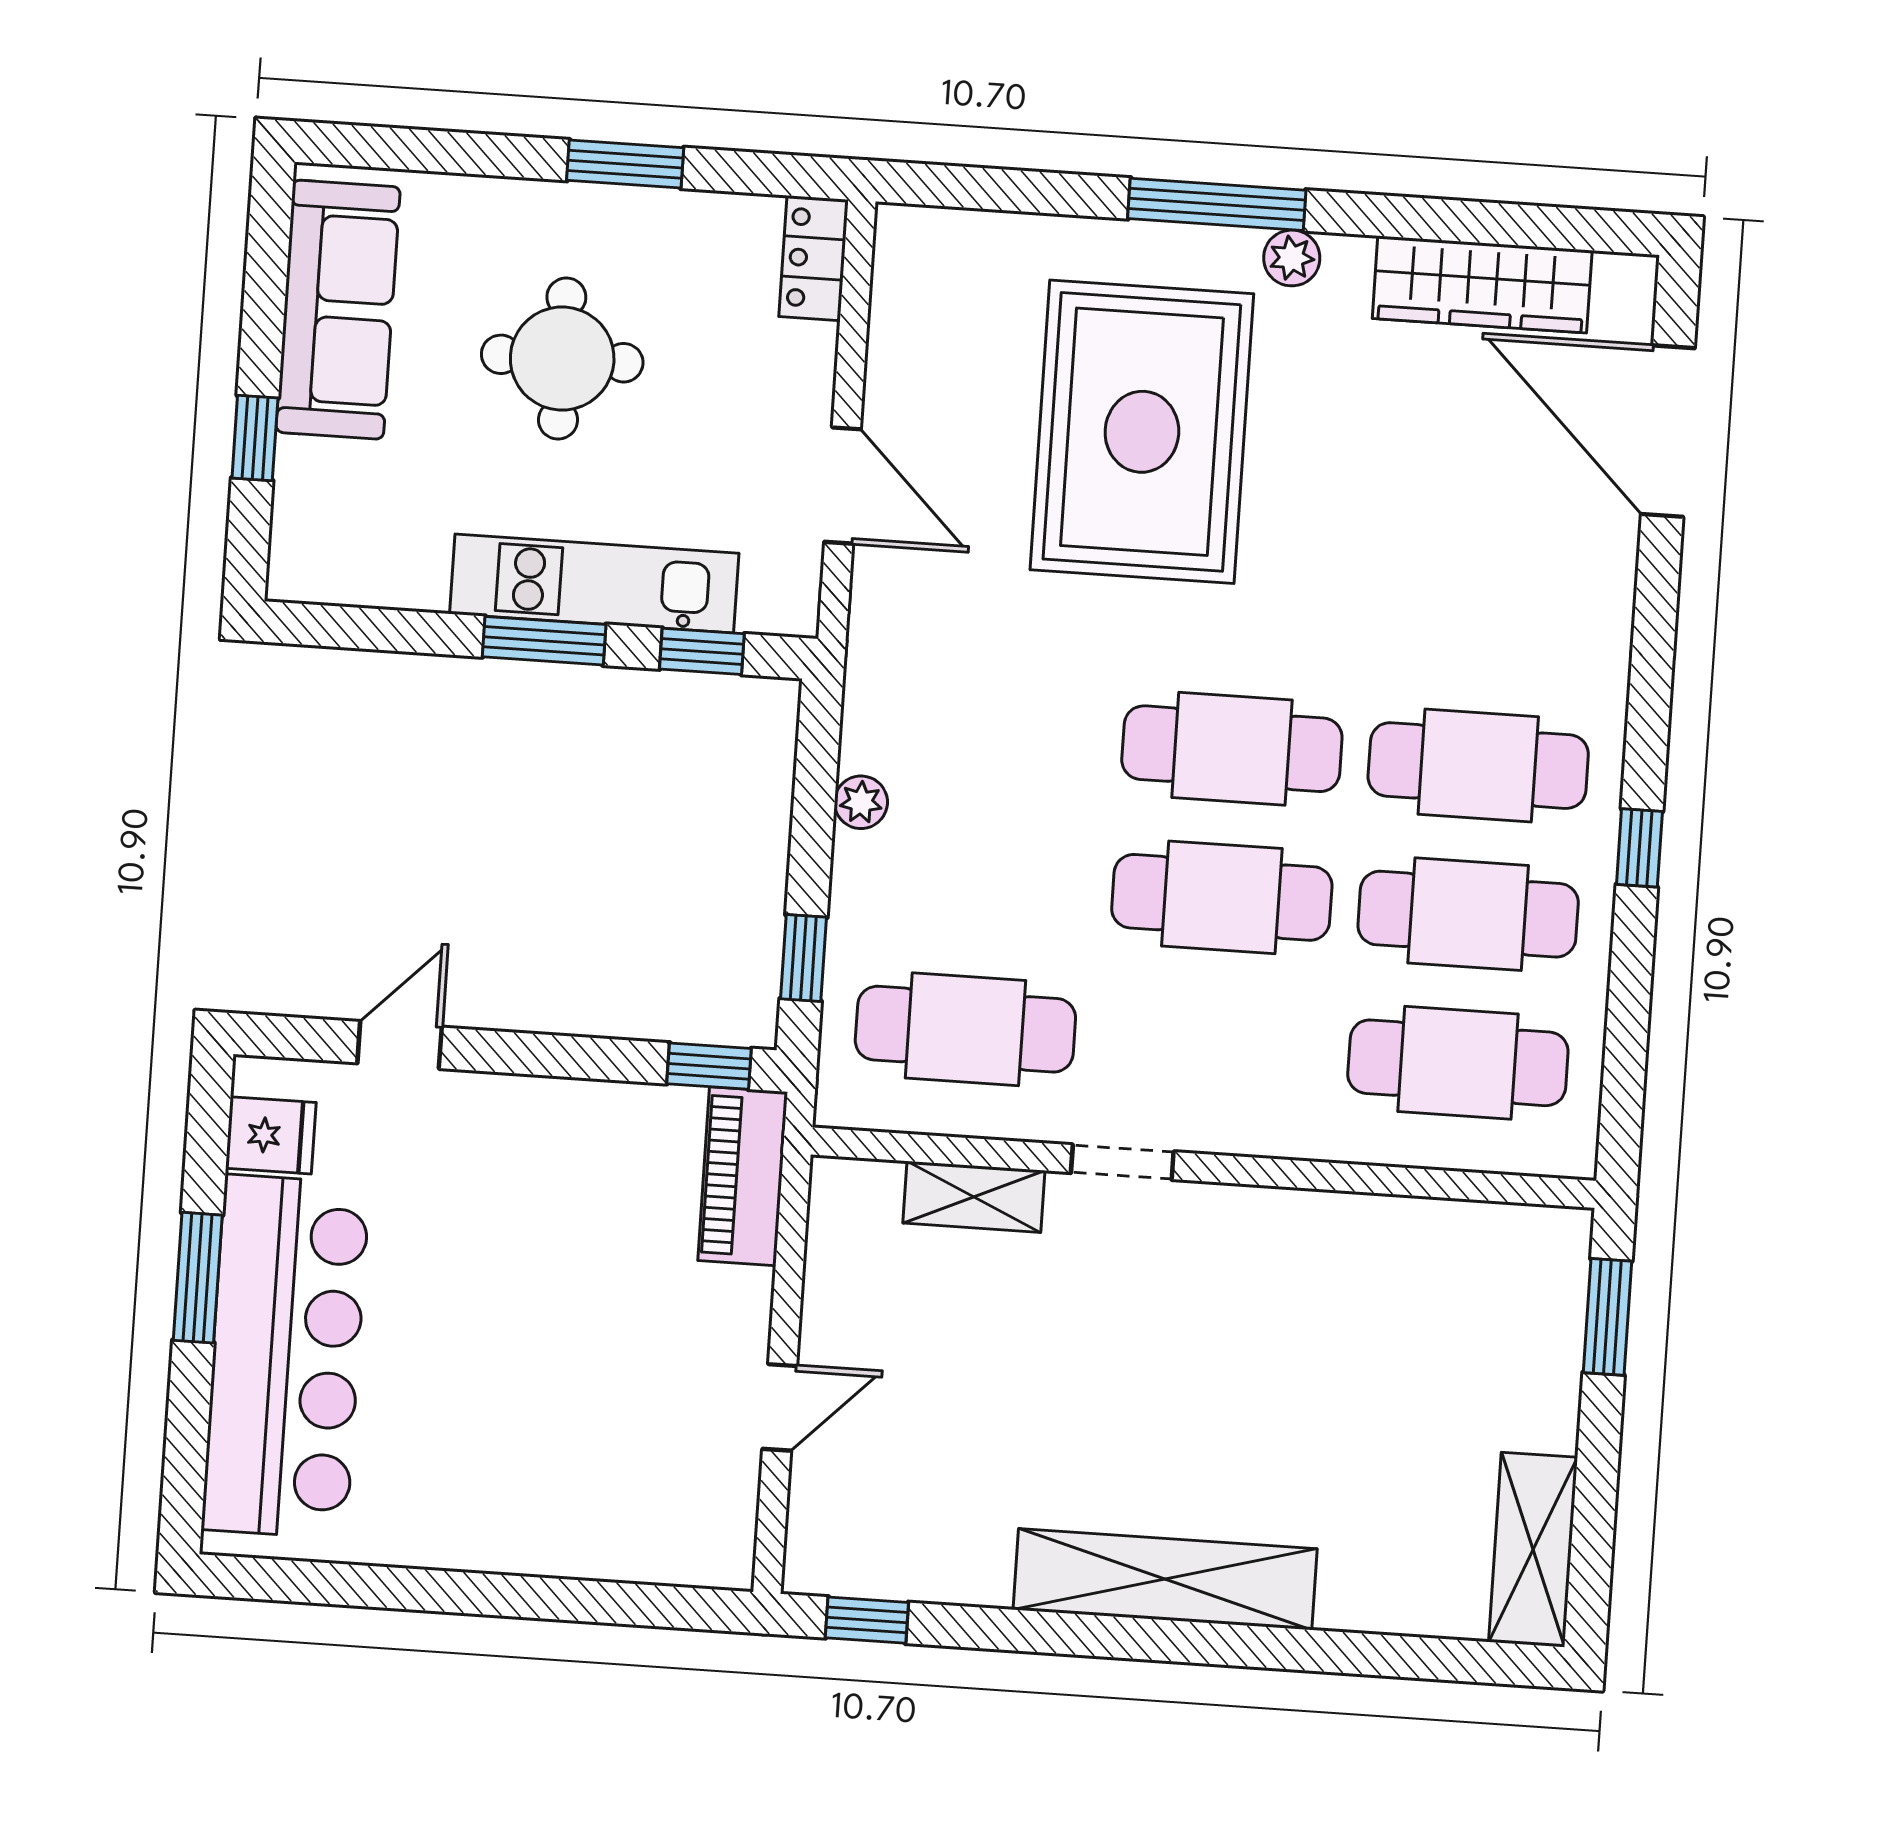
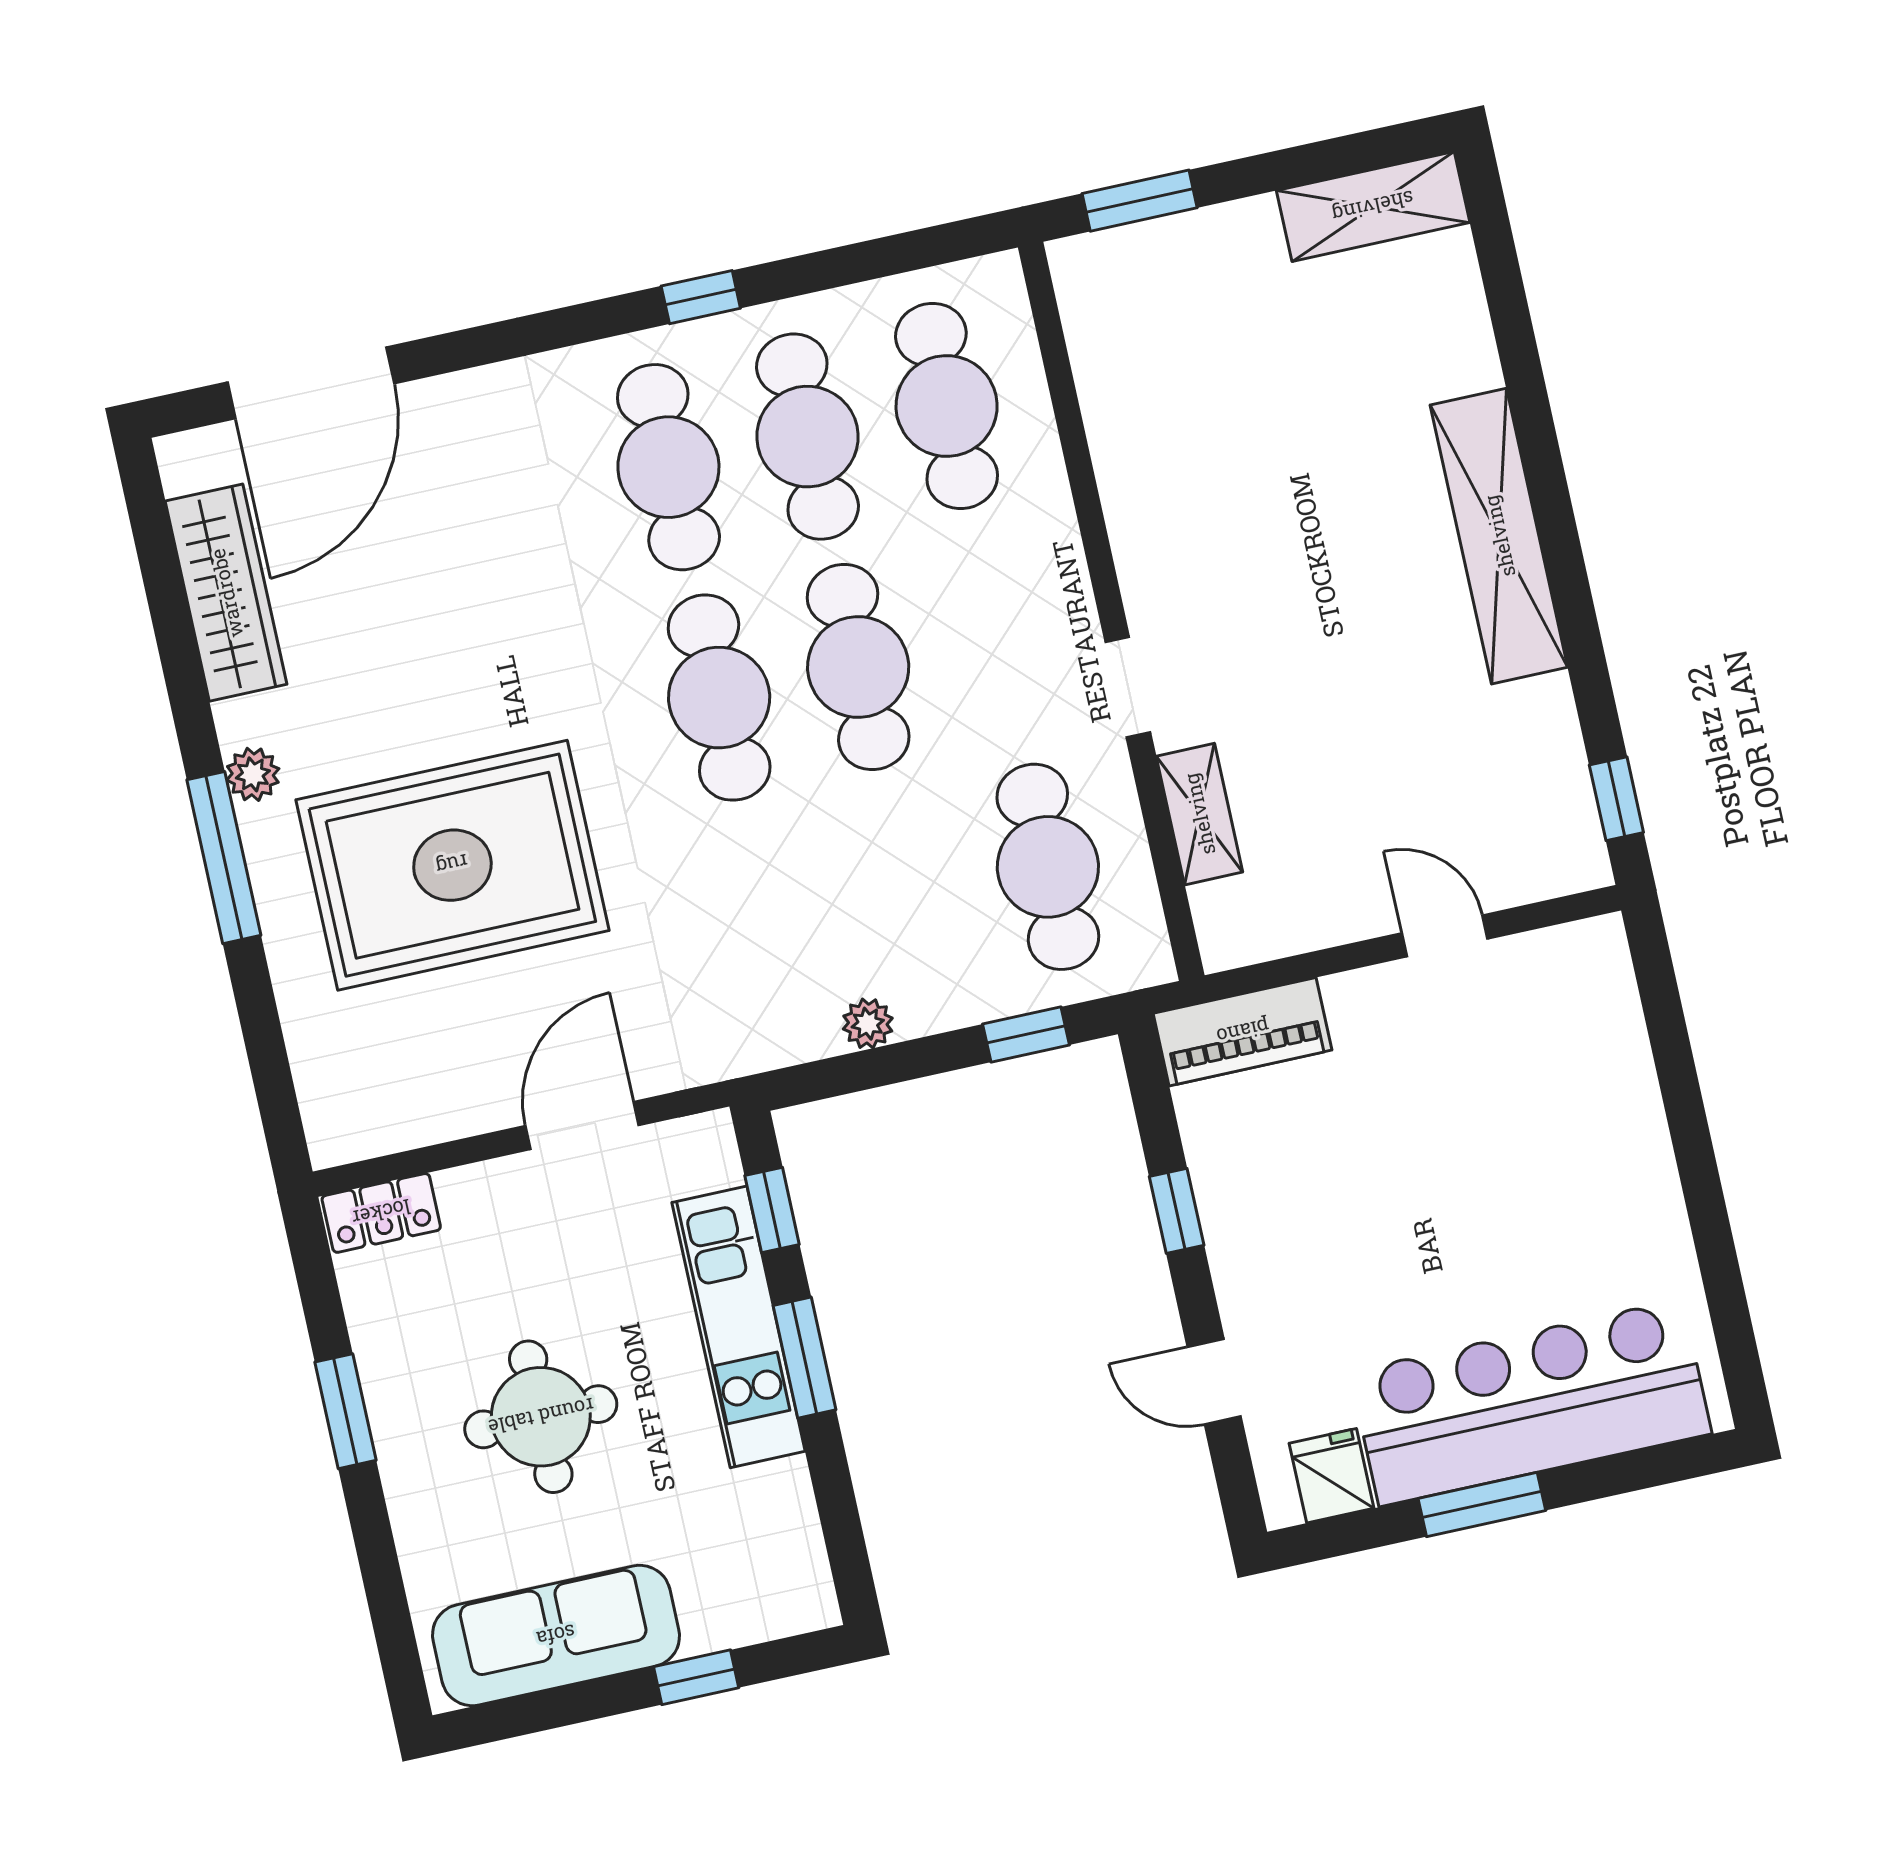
window: (709, 1066) -> (1177, 1211), moved

